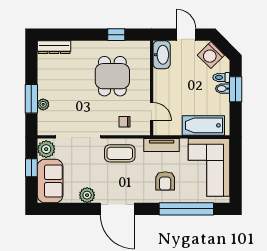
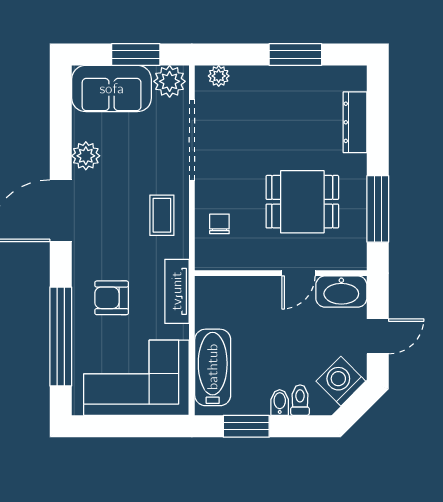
window: (116, 35) -> (378, 209), width x2.17
dresser: (54, 47) -> (355, 122), moved
window: (236, 89) -> (246, 426), moved
window: (31, 99) -> (295, 55), moved
plant: (43, 104) -> (219, 76), moved
door: (152, 112) -> (298, 273), moved
coffee table: (120, 153) -> (162, 215), width x0.73, depth x0.77
window: (31, 168) -> (136, 55), width x1.50

